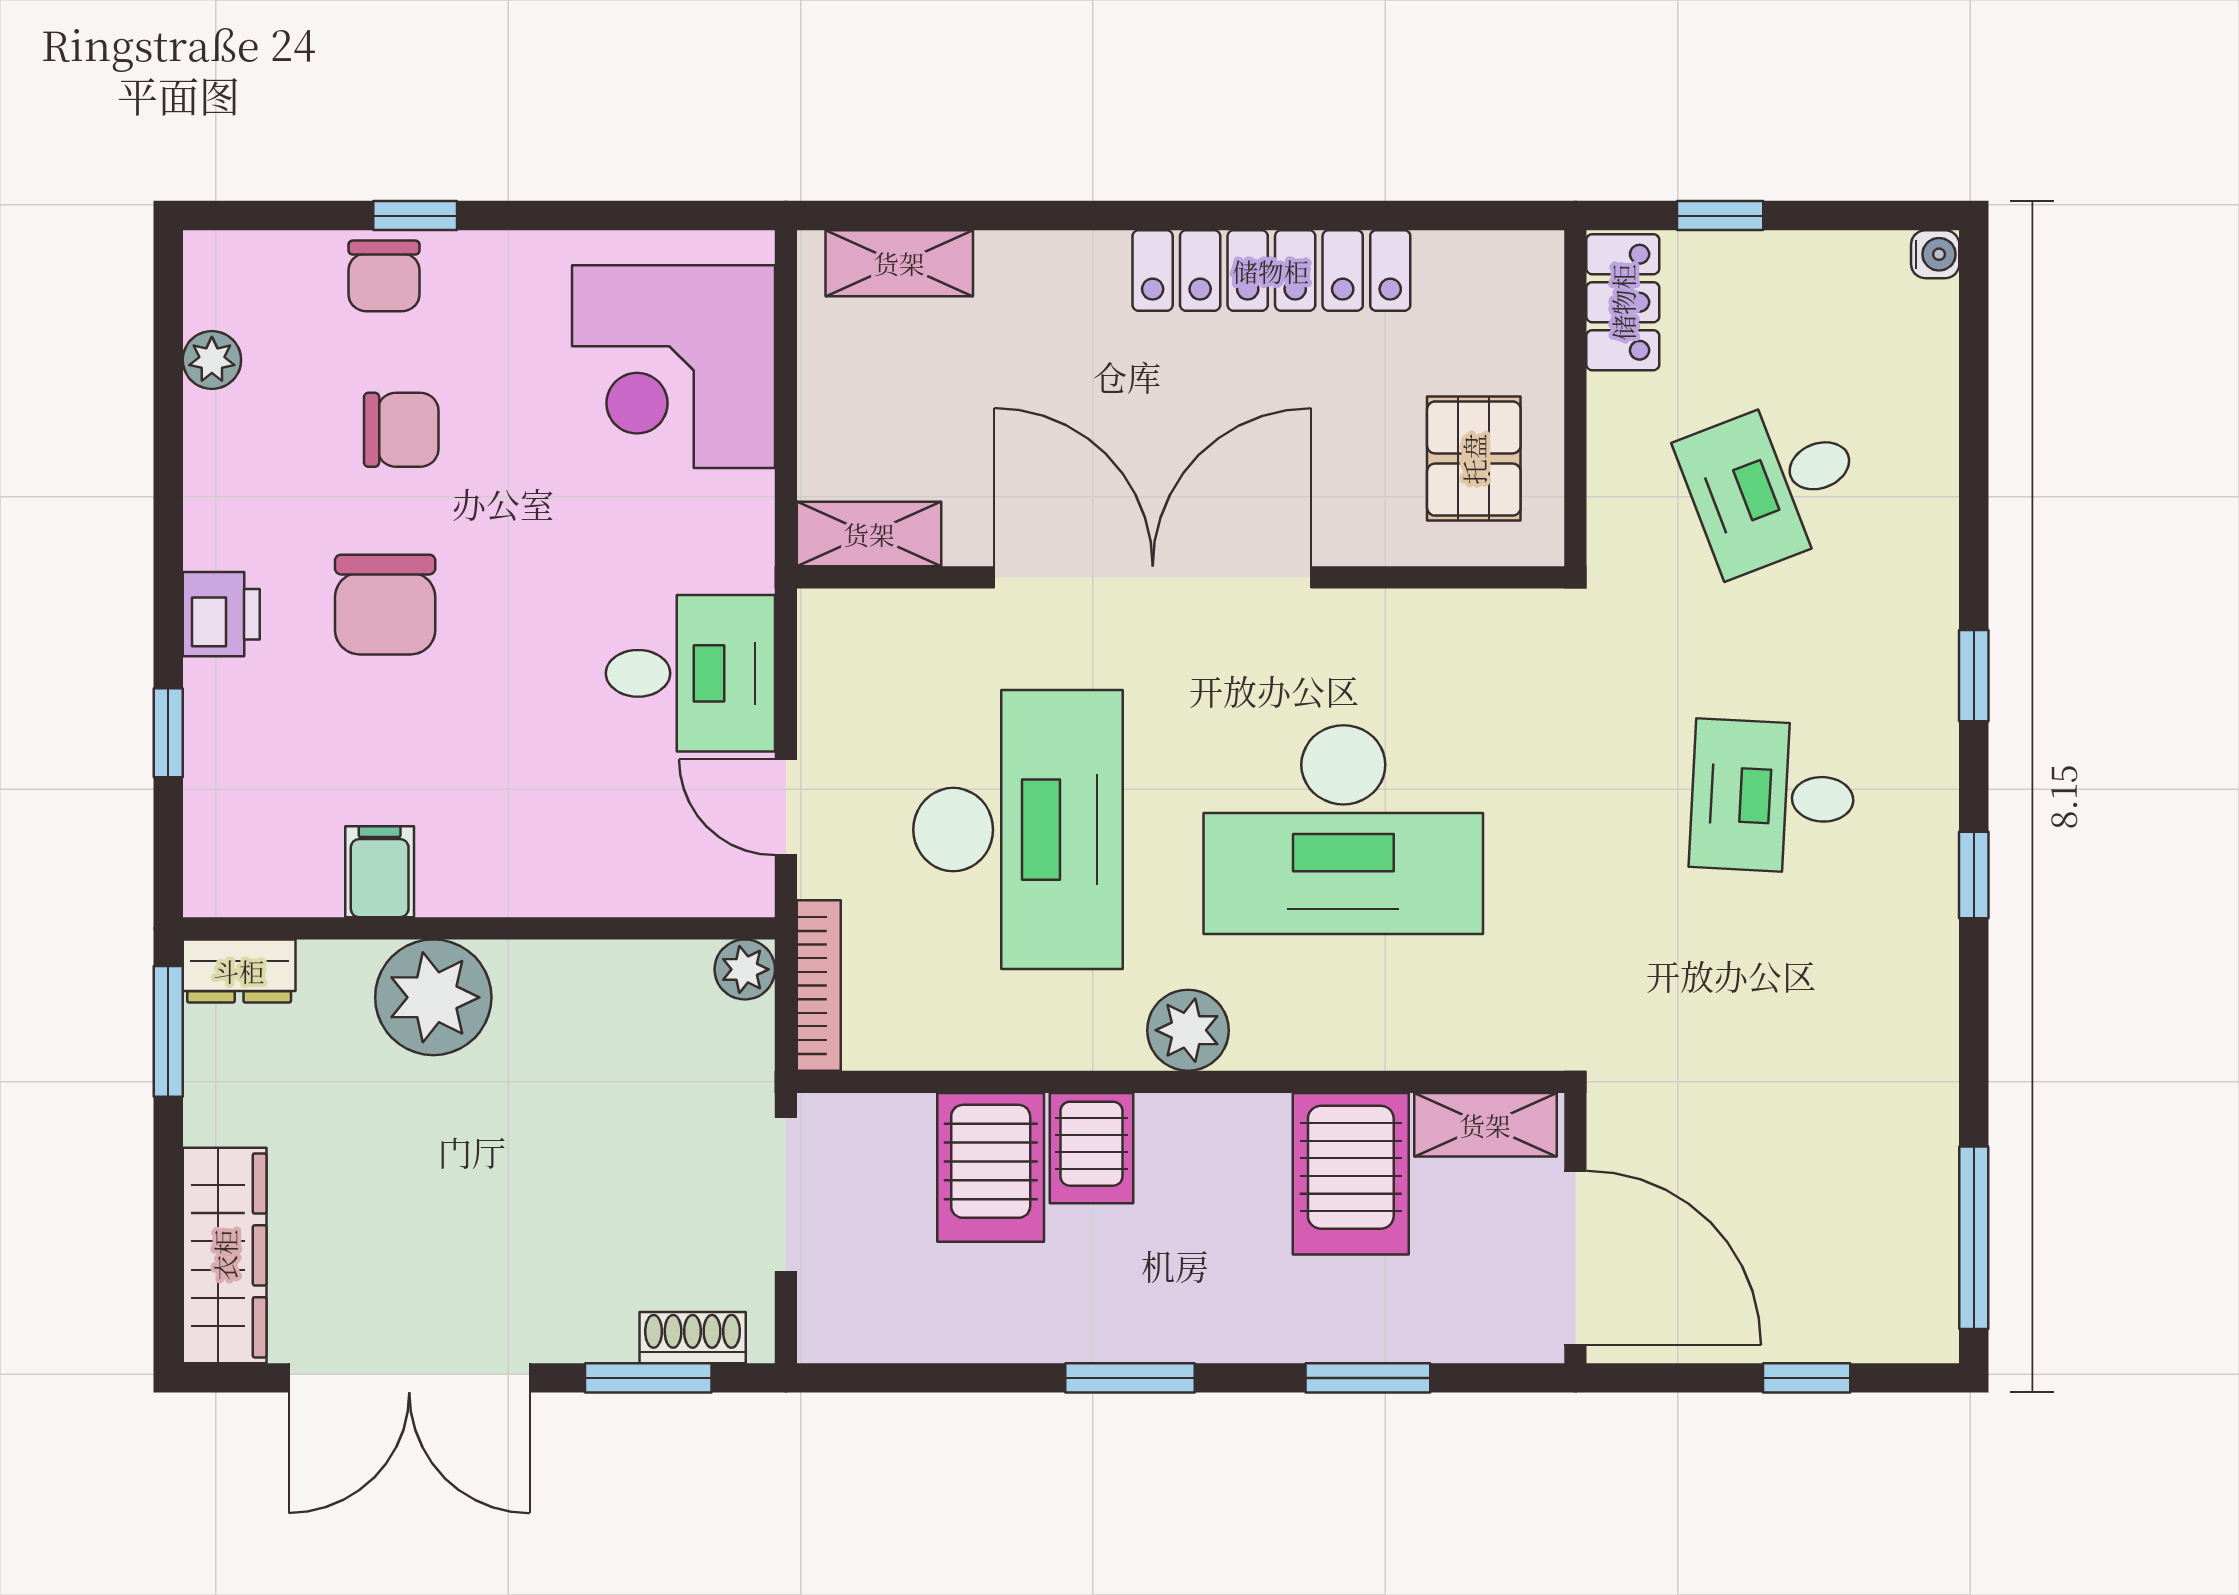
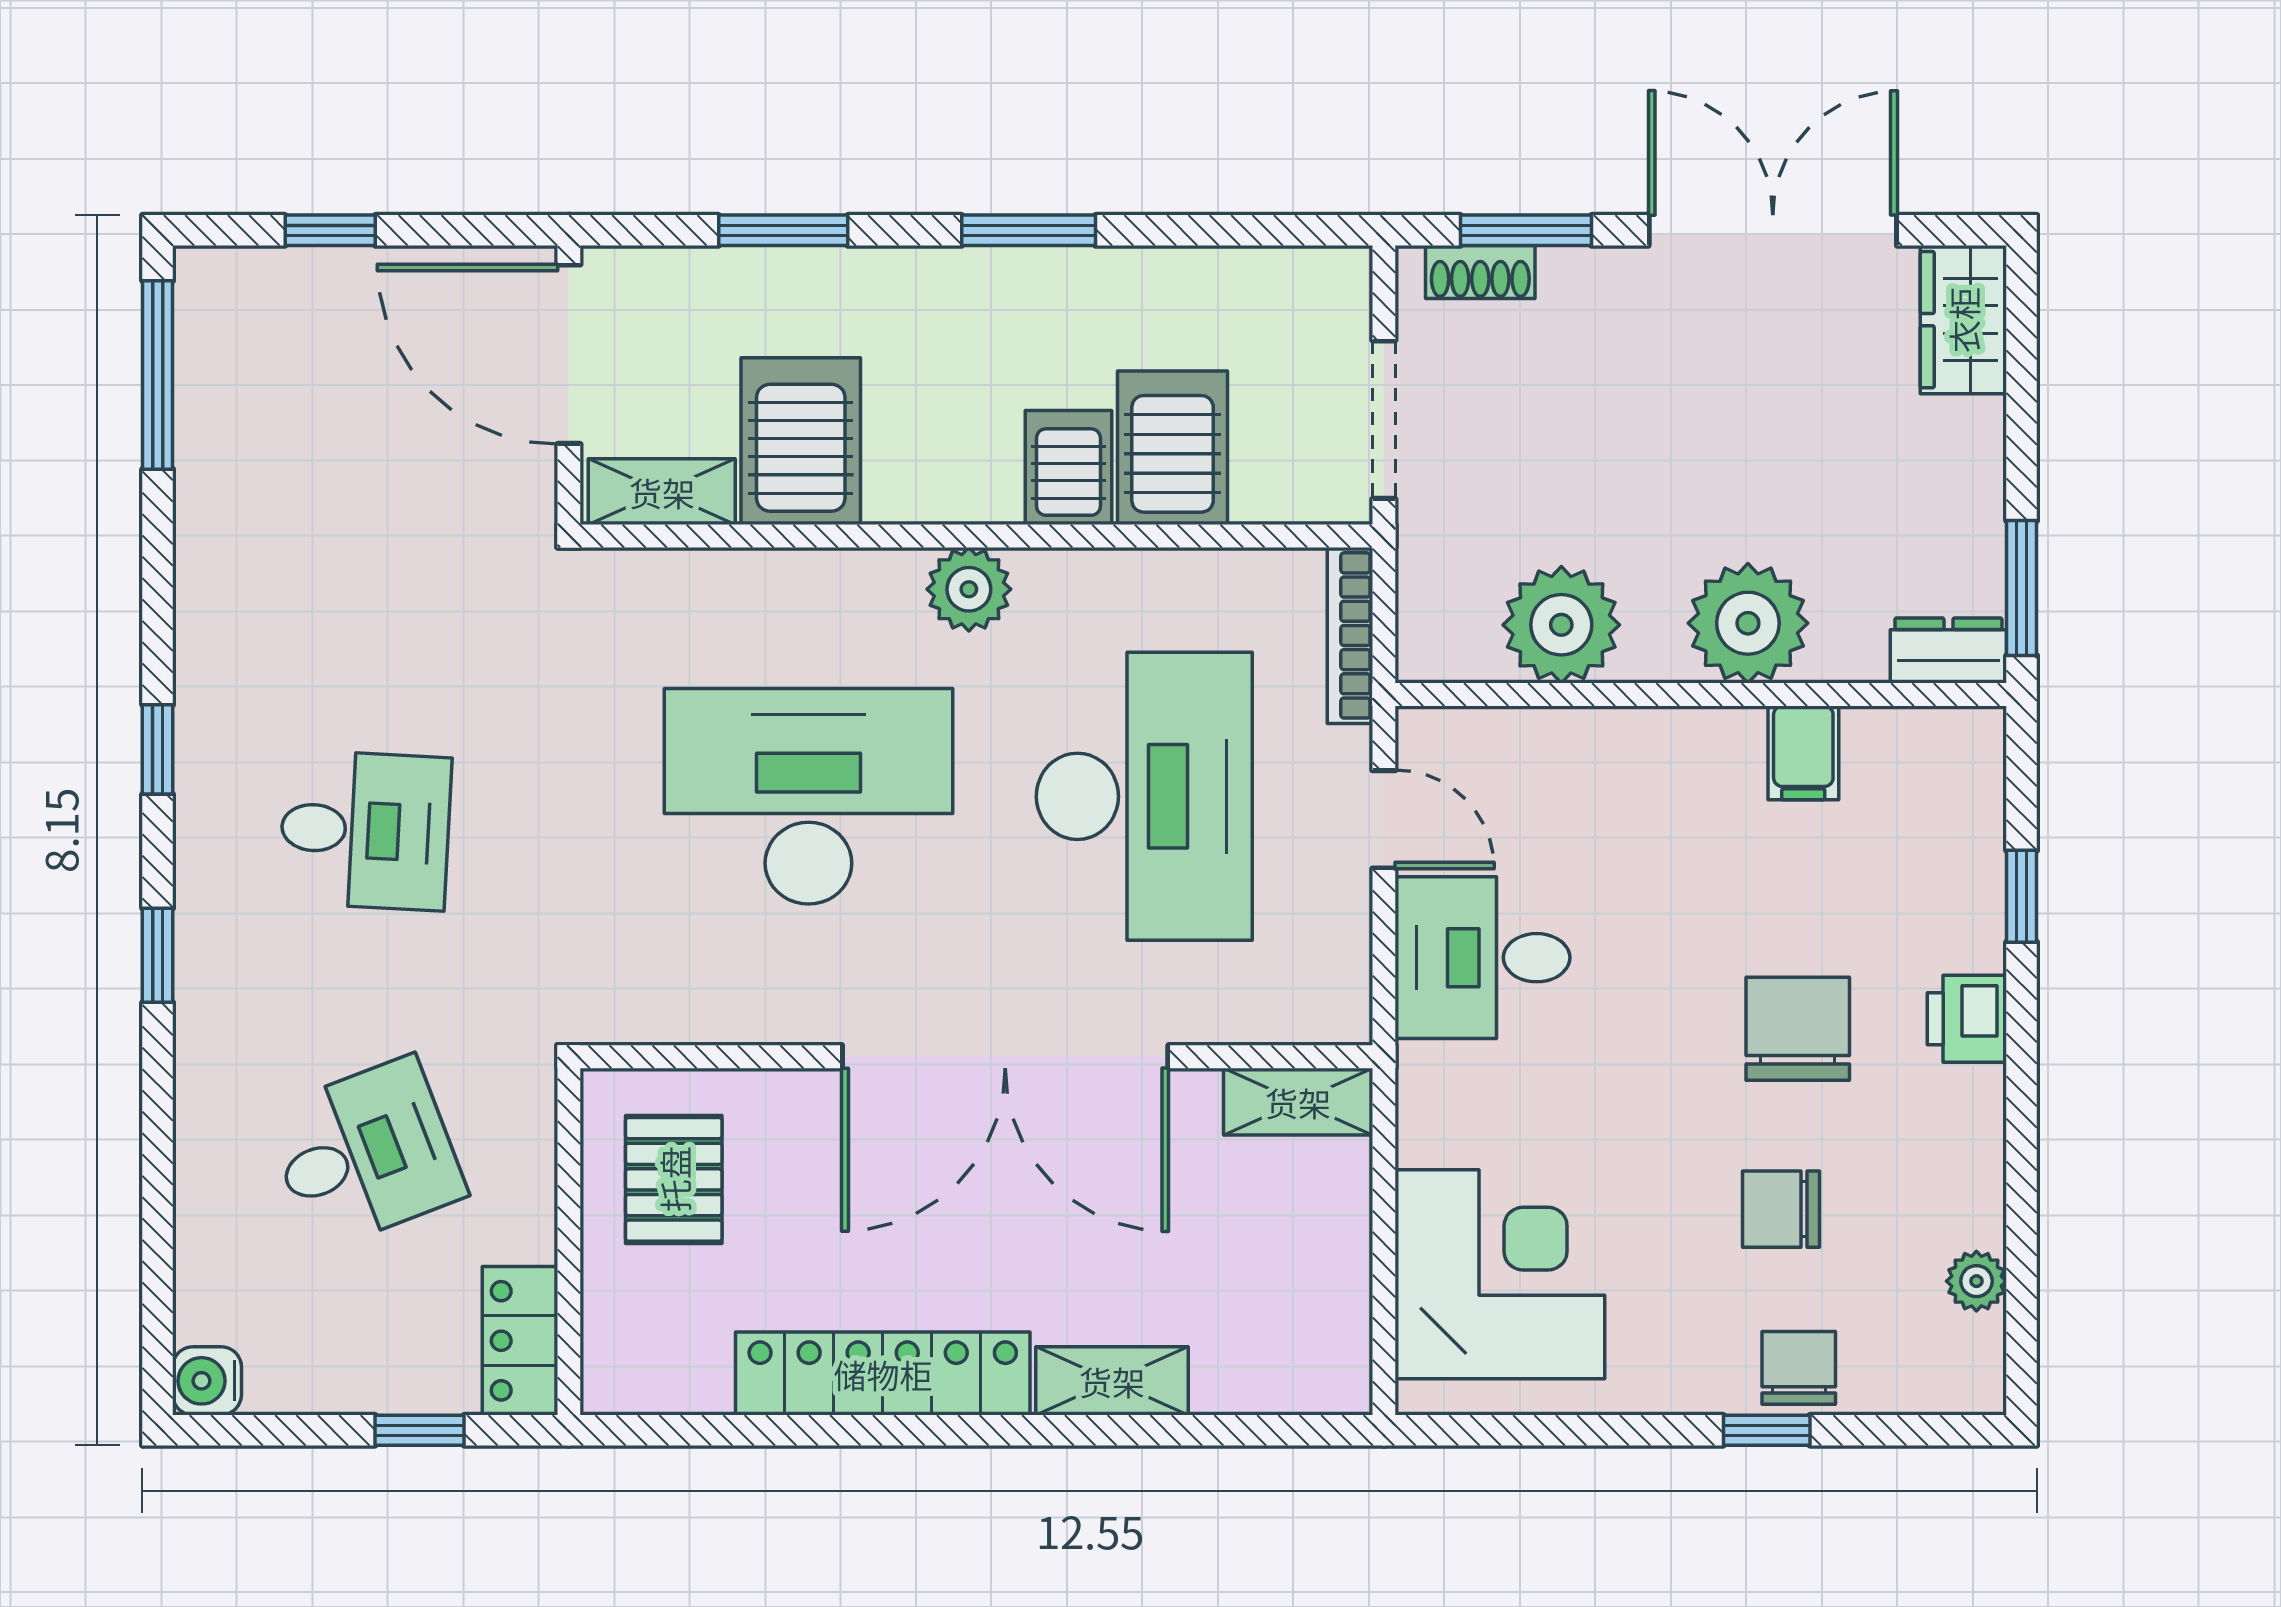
water cooler: (1935, 254) -> (207, 1381), width x1.38, depth x1.38
shelving: (899, 263) -> (1112, 1381), moved
desk: (1018, 830) -> (1144, 796), turned 180
plant: (745, 969) -> (1561, 625), moved, width x1.88, depth x1.88
wardrobe: (225, 1255) -> (1963, 320), width x0.67

